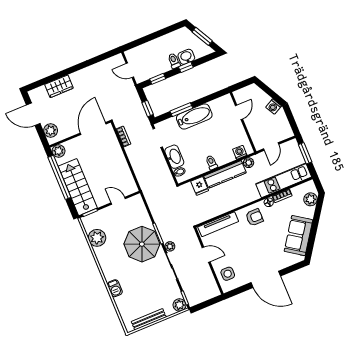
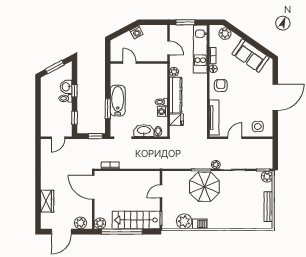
washing machine: (240, 152) -> (162, 112), moved
barbecue: (115, 288) -> (200, 224), moved

